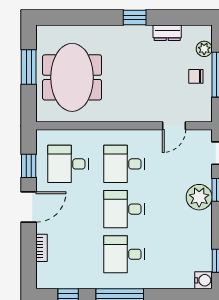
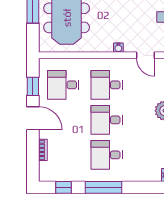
water cooler: (139, 116) -> (118, 48), added
door: (174, 126) -> (146, 55), hinge flipped
door: (29, 207) -> (33, 118), hinge flipped

